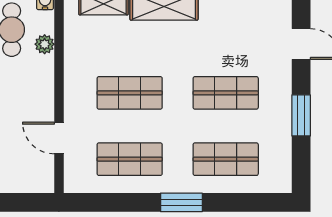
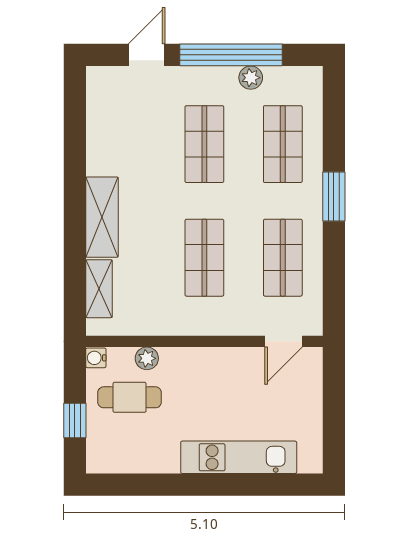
window: (301, 115) -> (231, 55), width x2.11
plant: (282, 132) -> (251, 78), added
door: (59, 138) -> (284, 341), moved

